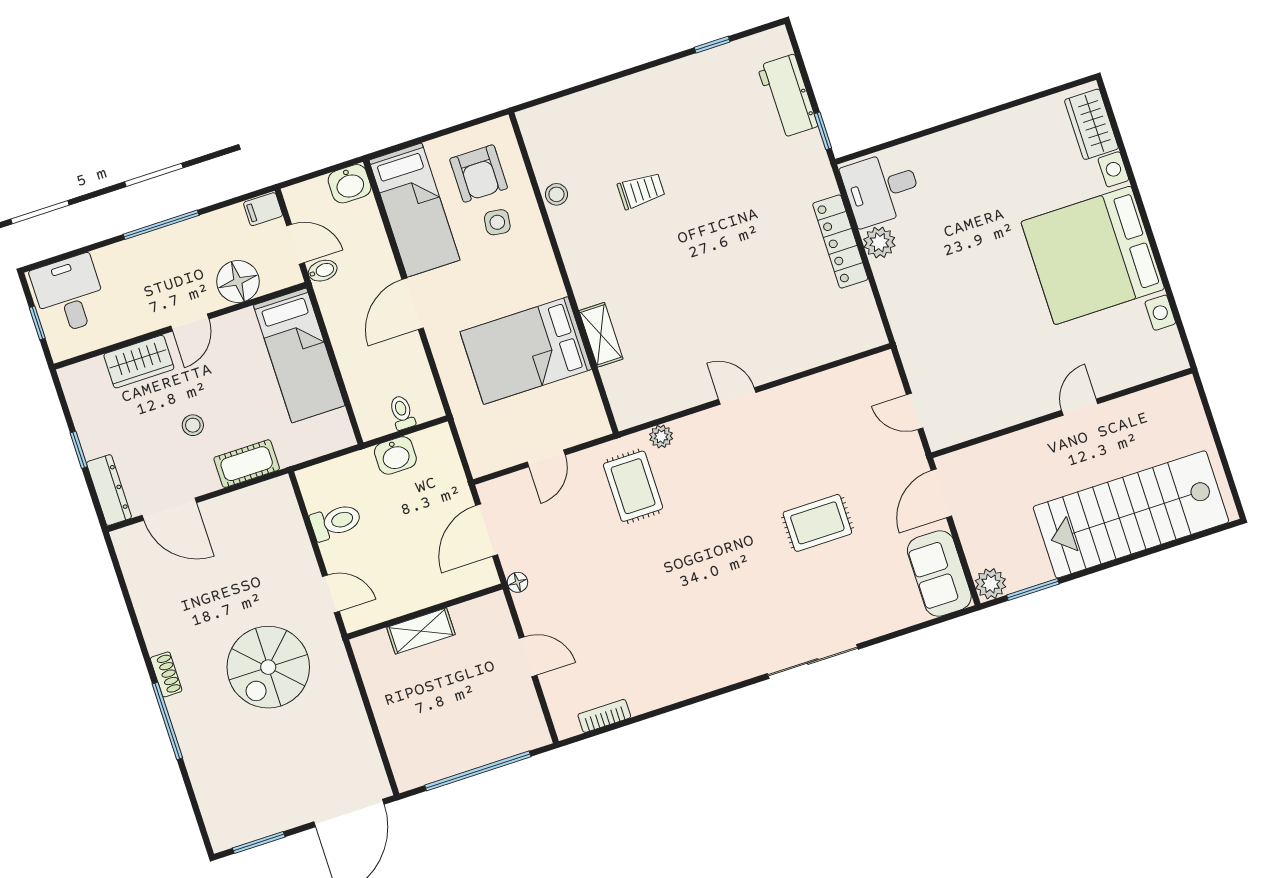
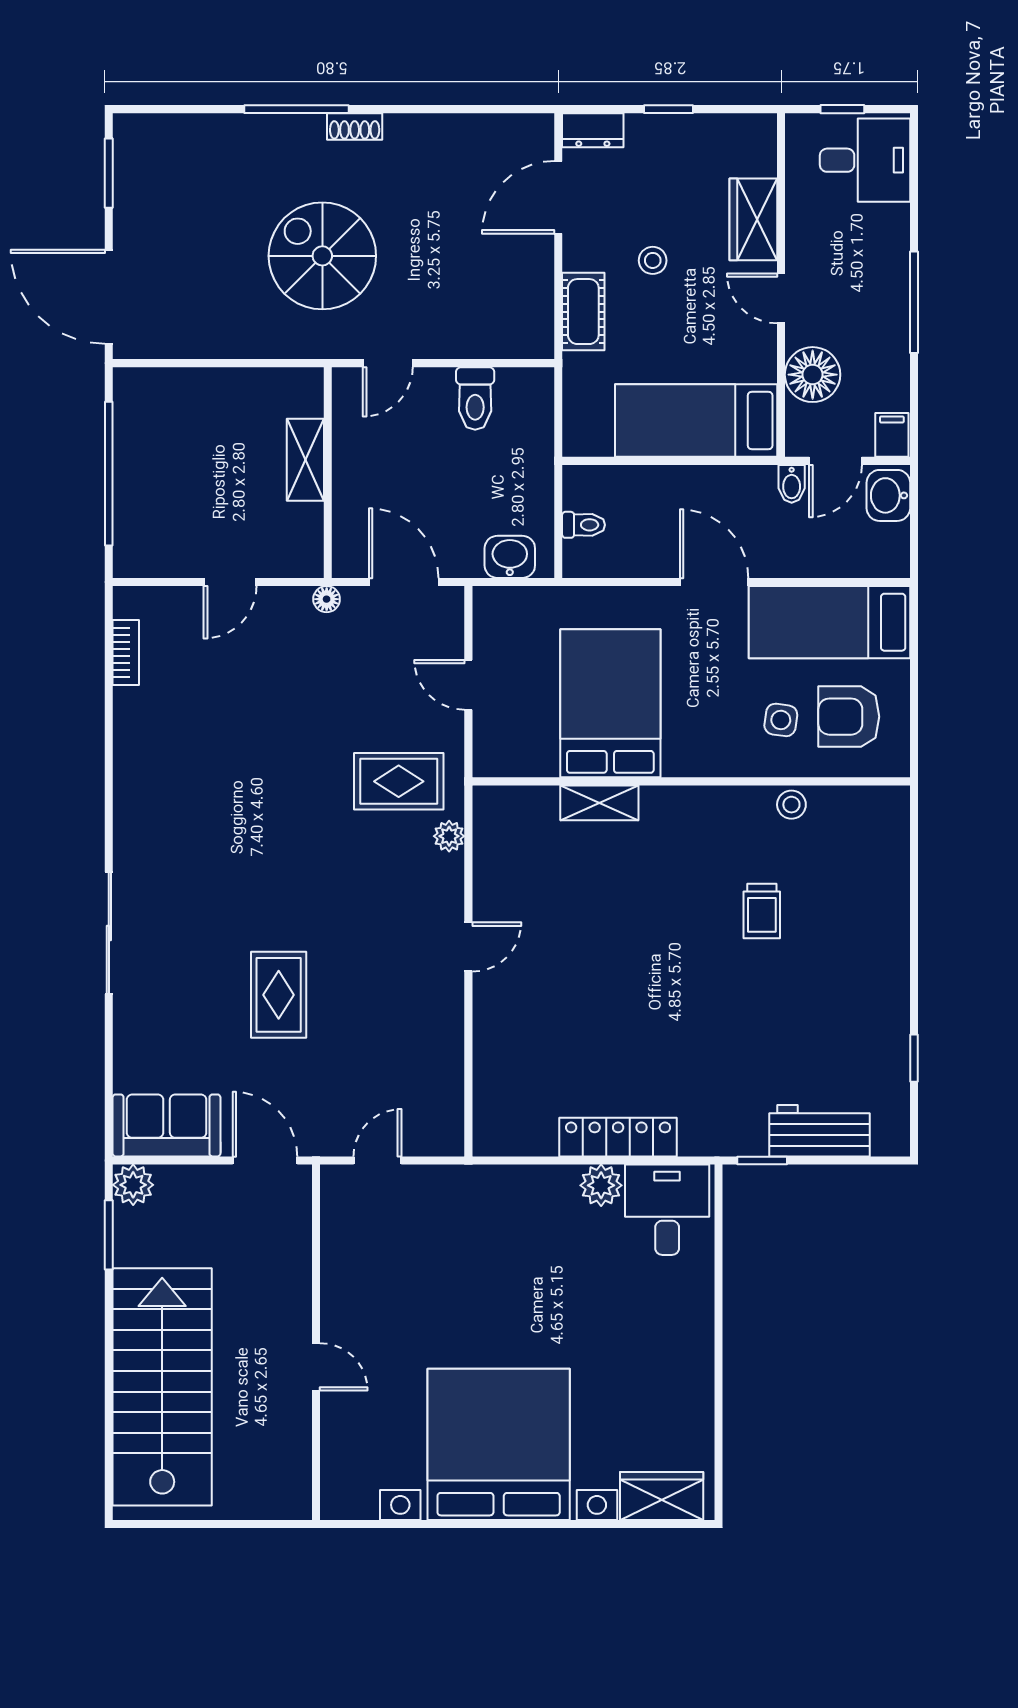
washbasin: (350, 184) -> (888, 495), moved
washbasin: (395, 455) -> (510, 557), moved, turned 90
dresser: (109, 490) -> (593, 130), width x0.70

